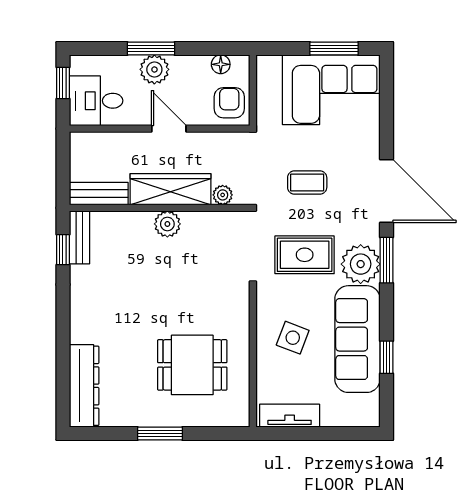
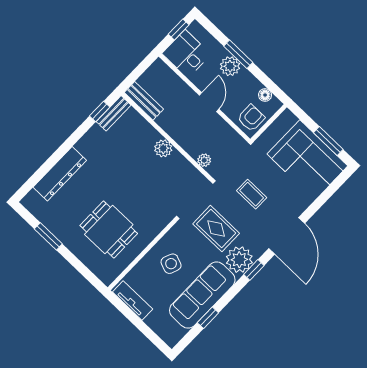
wardrobe: (170, 189) -> (181, 133), removed
window: (387, 260) -> (254, 270), width x0.67
dresser: (84, 386) -> (60, 174), moved
window: (160, 434) -> (48, 236), moved

